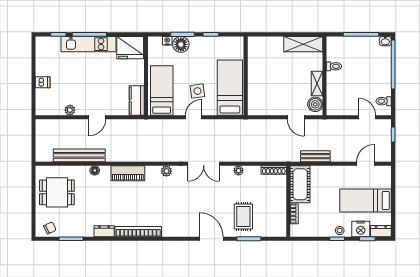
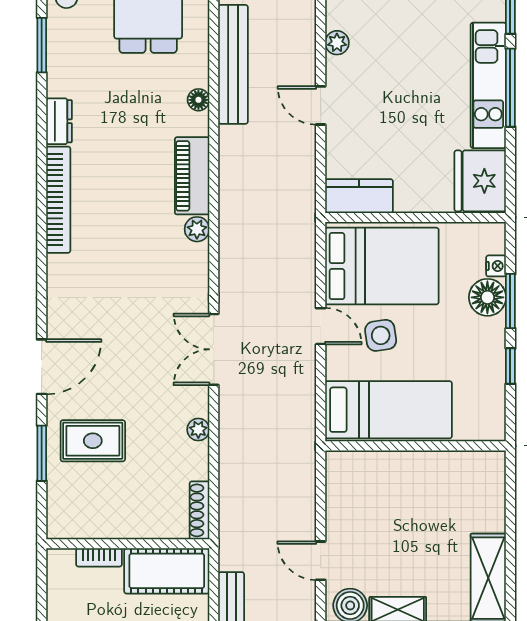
bed: (162, 91) -> (382, 266), width x1.50
door: (296, 117) -> (321, 561), hinge flipped
plant: (166, 171) -> (197, 229), moved

